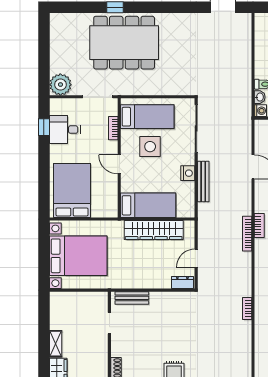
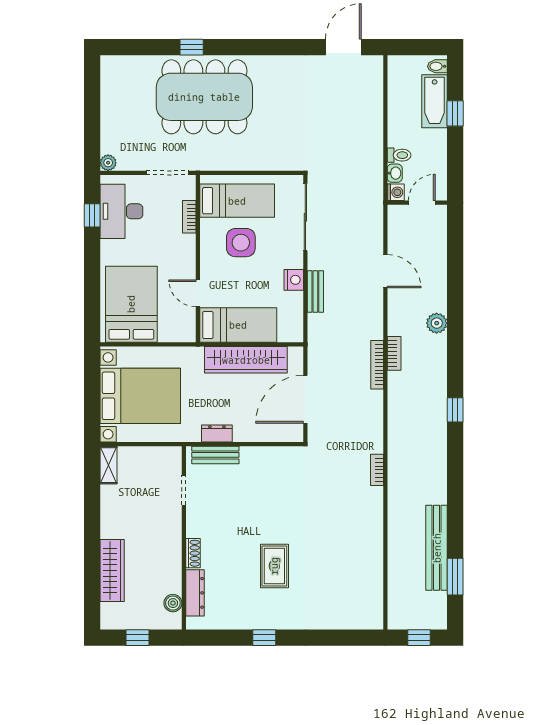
plant: (60, 85) -> (108, 163), width x0.53, depth x0.53
desk: (65, 130) -> (121, 211), width x1.37
door: (119, 164) -> (198, 293), moved
bench: (203, 181) -> (315, 292), width x0.73
door: (196, 258) -> (305, 399), width x1.88
dresser: (182, 283) -> (217, 433), moved
shelving: (56, 344) -> (108, 465), moved

